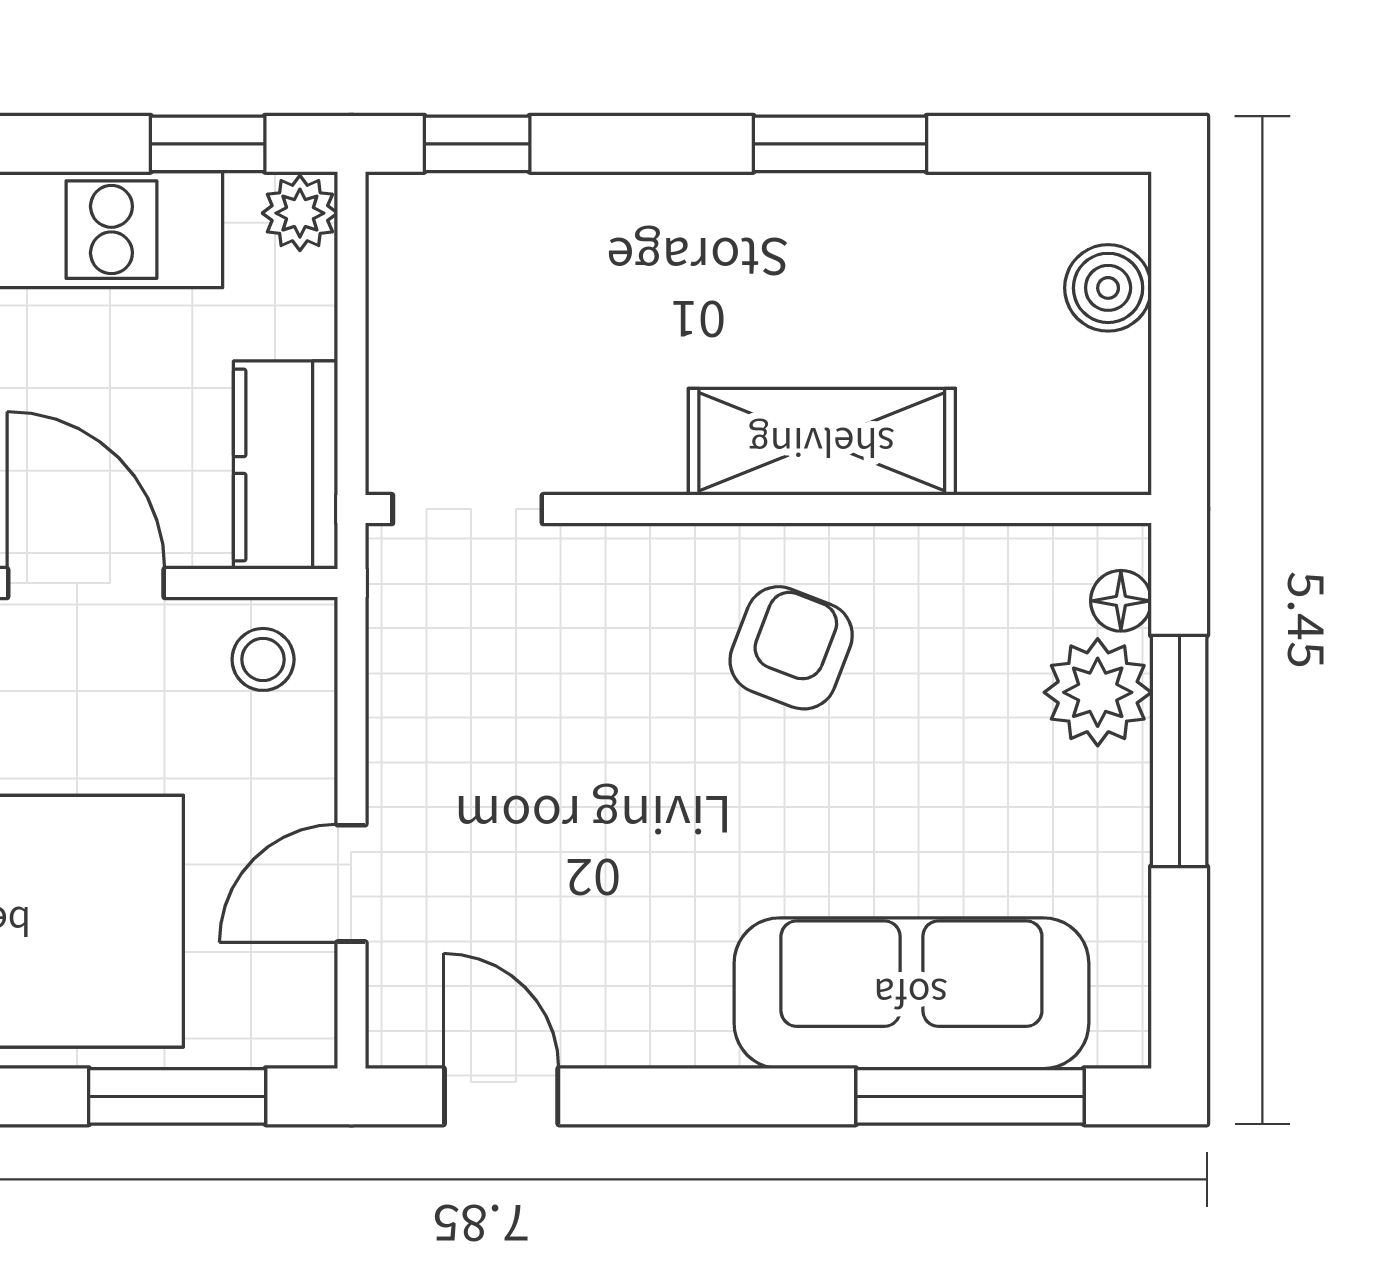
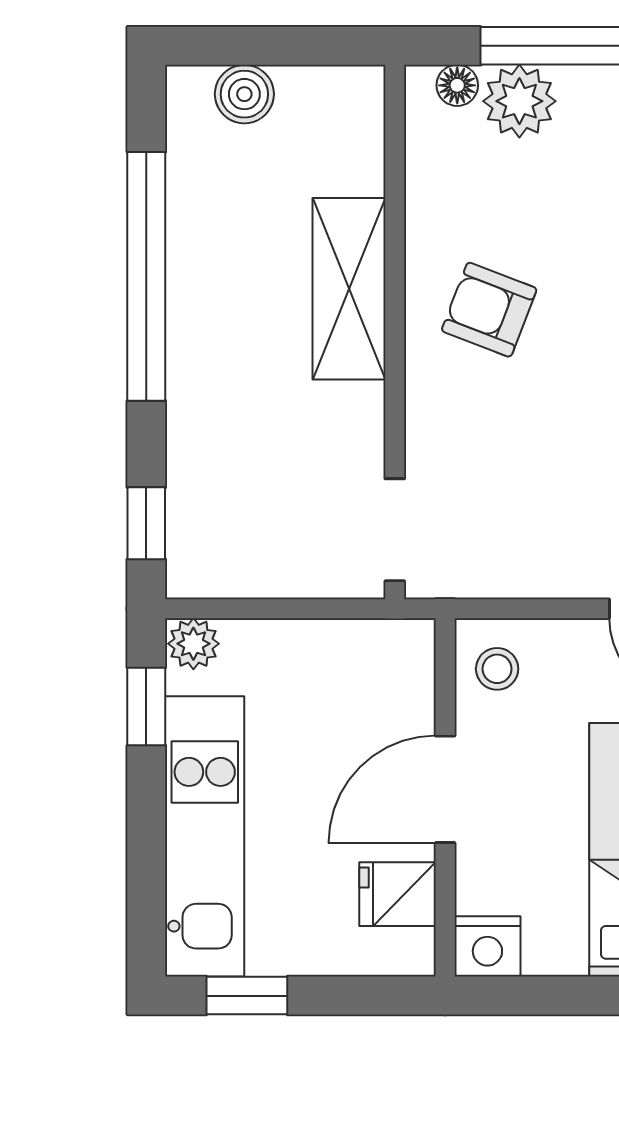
window: (840, 144) -> (146, 276), width x2.11
kitchen counter: (286, 465) -> (365, 654), removed

